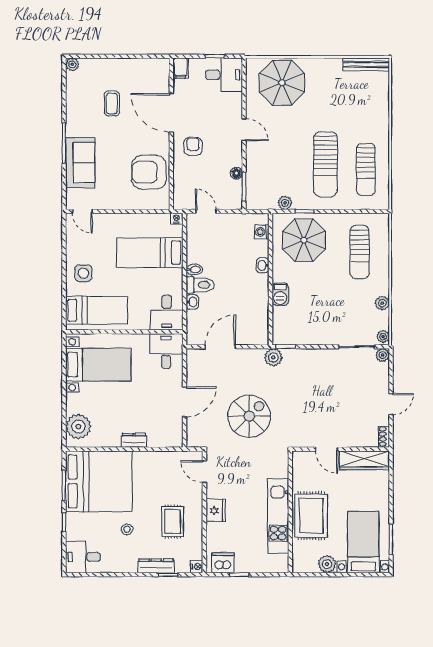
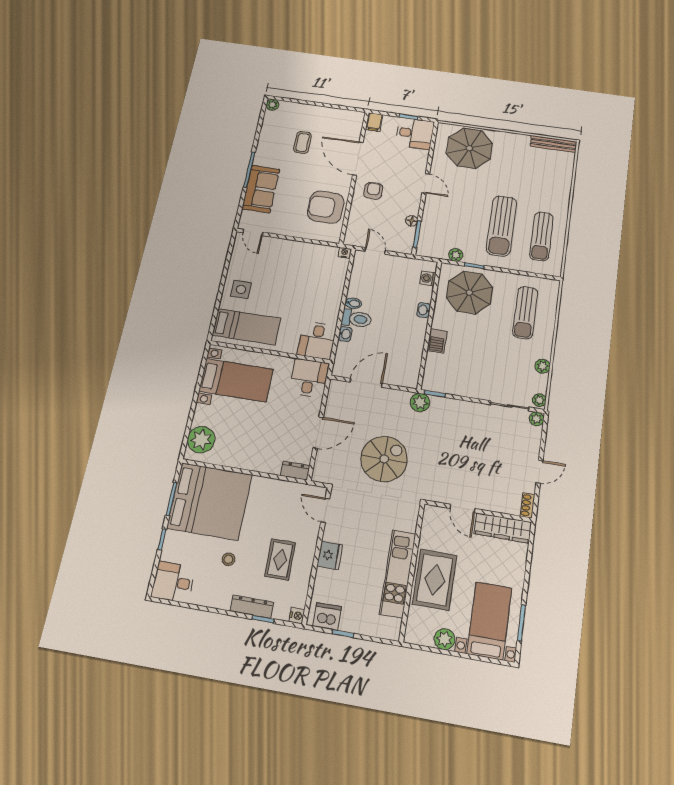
bed: (150, 253) -> (312, 280), removed
dresser: (134, 440) -> (295, 471), moved

